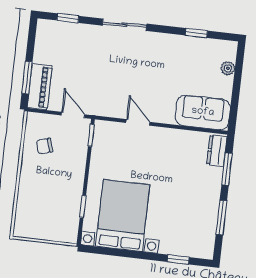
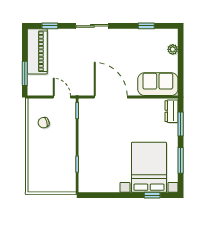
piano: (40, 87) -> (37, 51), moved, width x1.37, depth x1.33
door: (138, 122) -> (111, 97), width x1.88
bed with nightstands: (123, 216) -> (149, 167), moved

